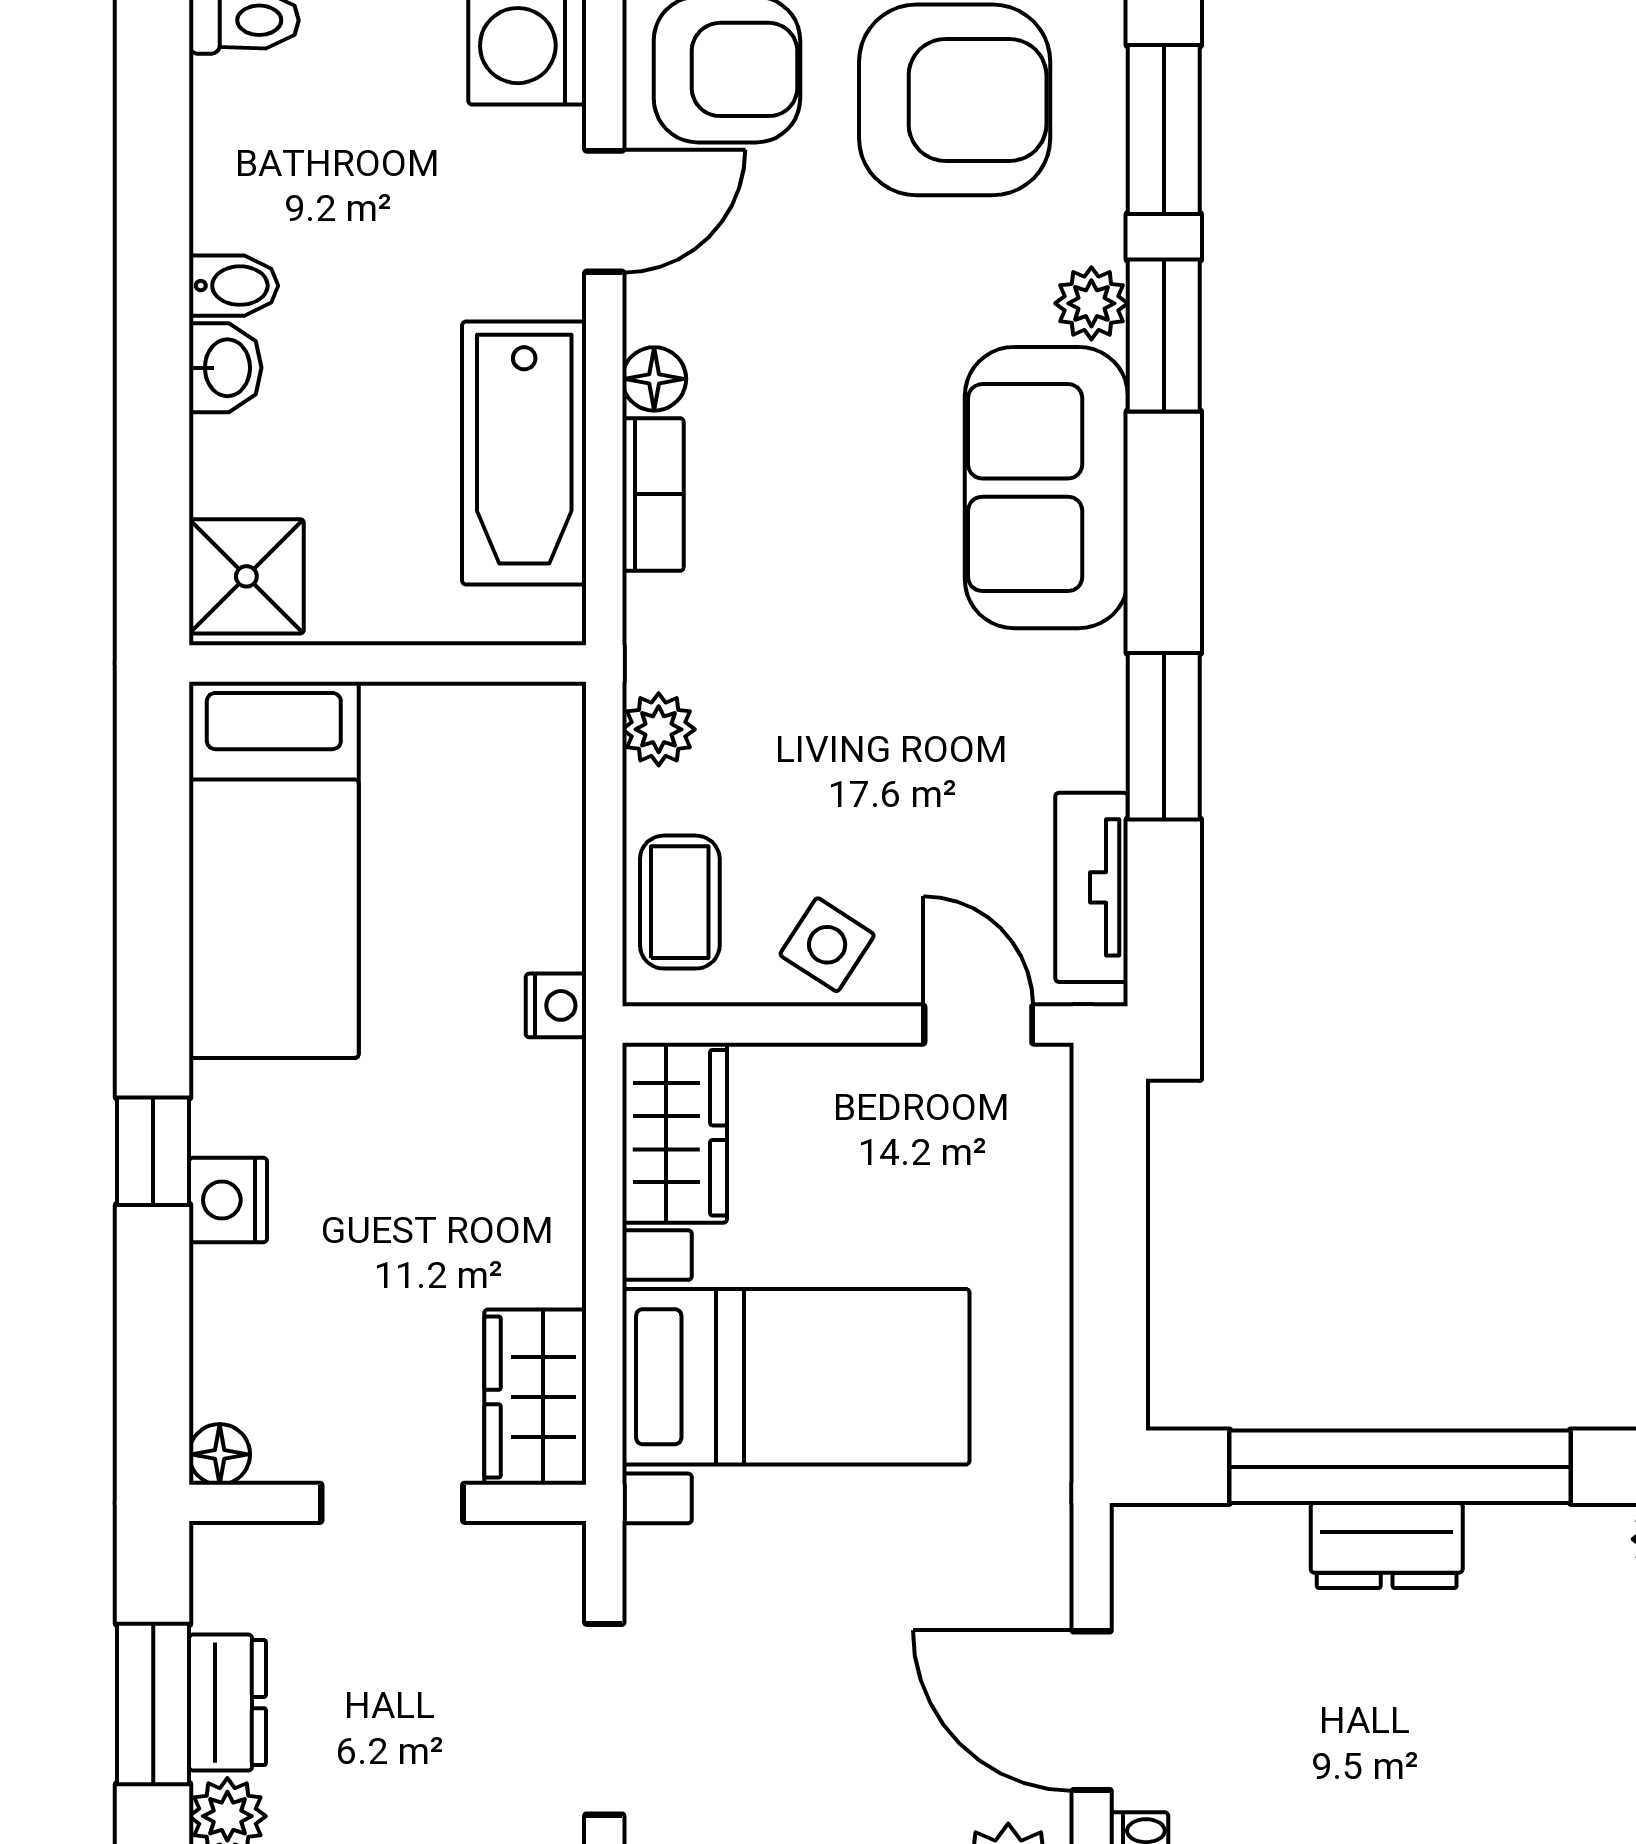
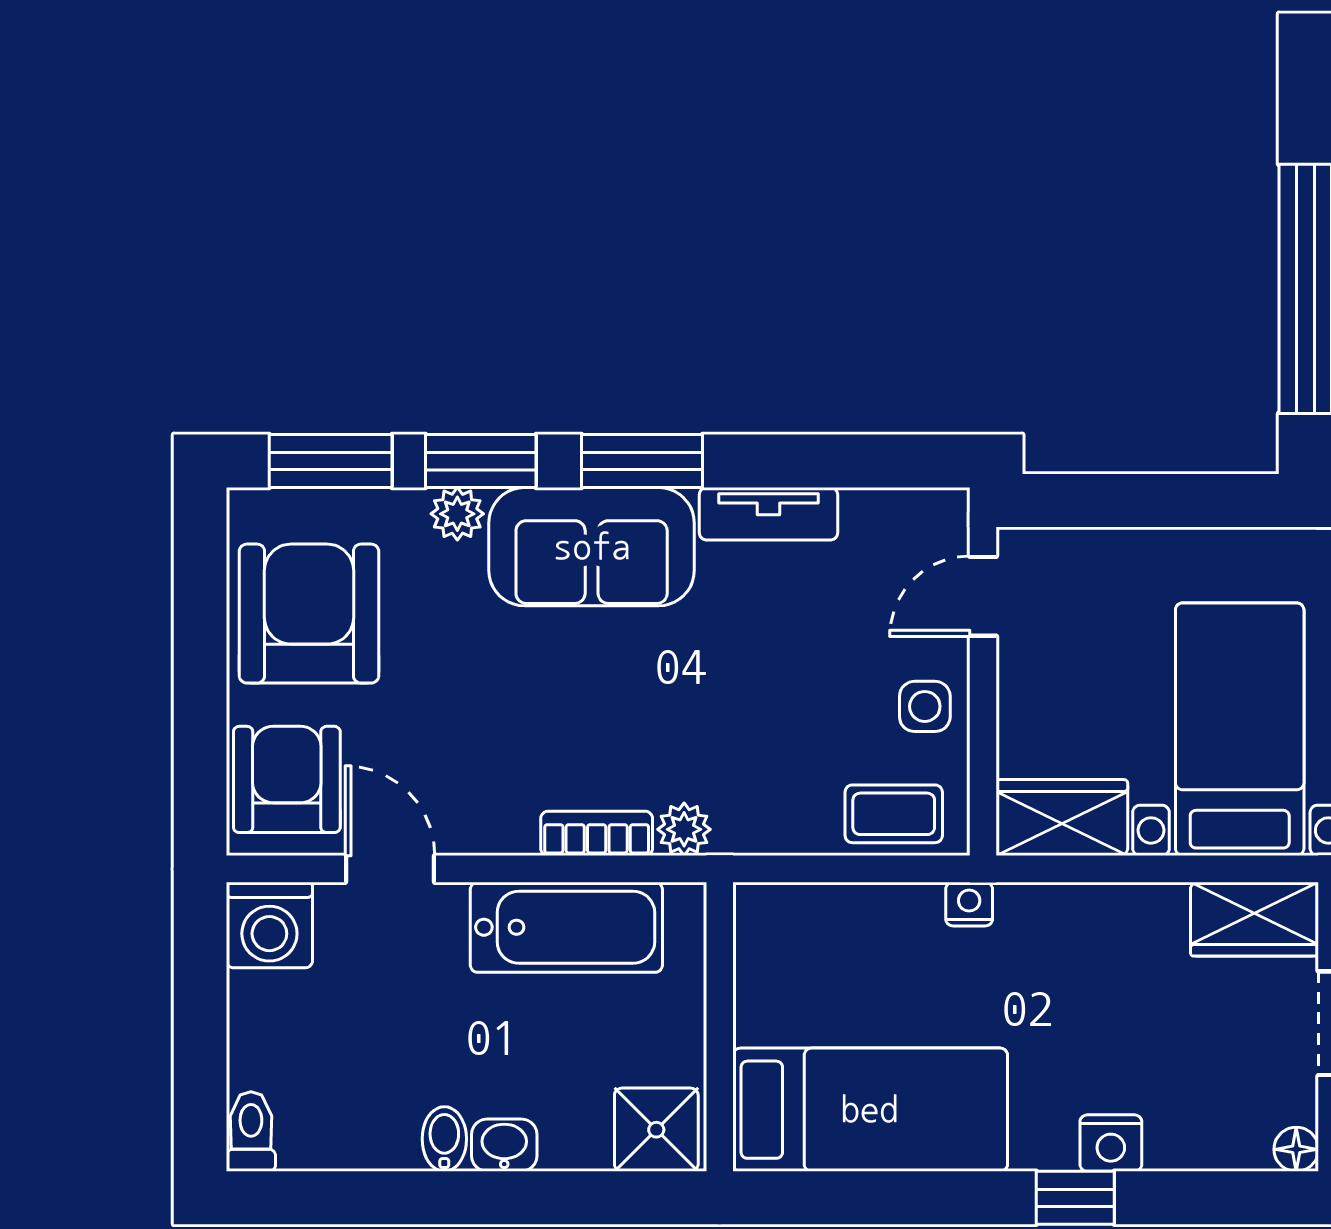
floor lamp: (654, 379) -> (512, 833), removed
plant: (659, 729) -> (684, 829), moved
window: (1164, 736) -> (642, 461), moved
tv unit: (1092, 887) -> (768, 514), moved
side table: (827, 945) -> (925, 706), turned -33

